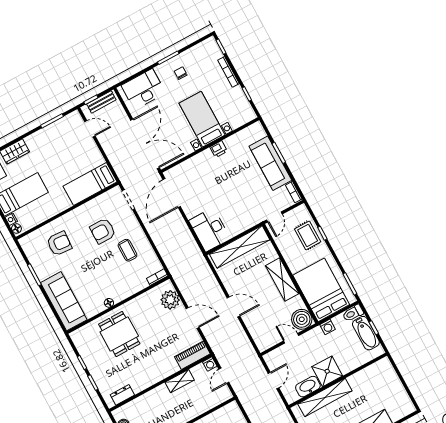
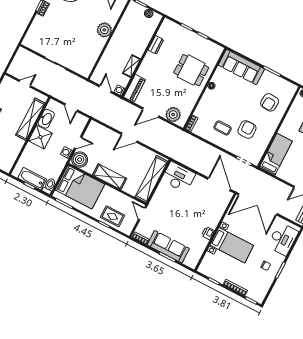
washing machine: (328, 327) -> (67, 153), moved
dresser: (122, 395) -> (156, 45), moved

